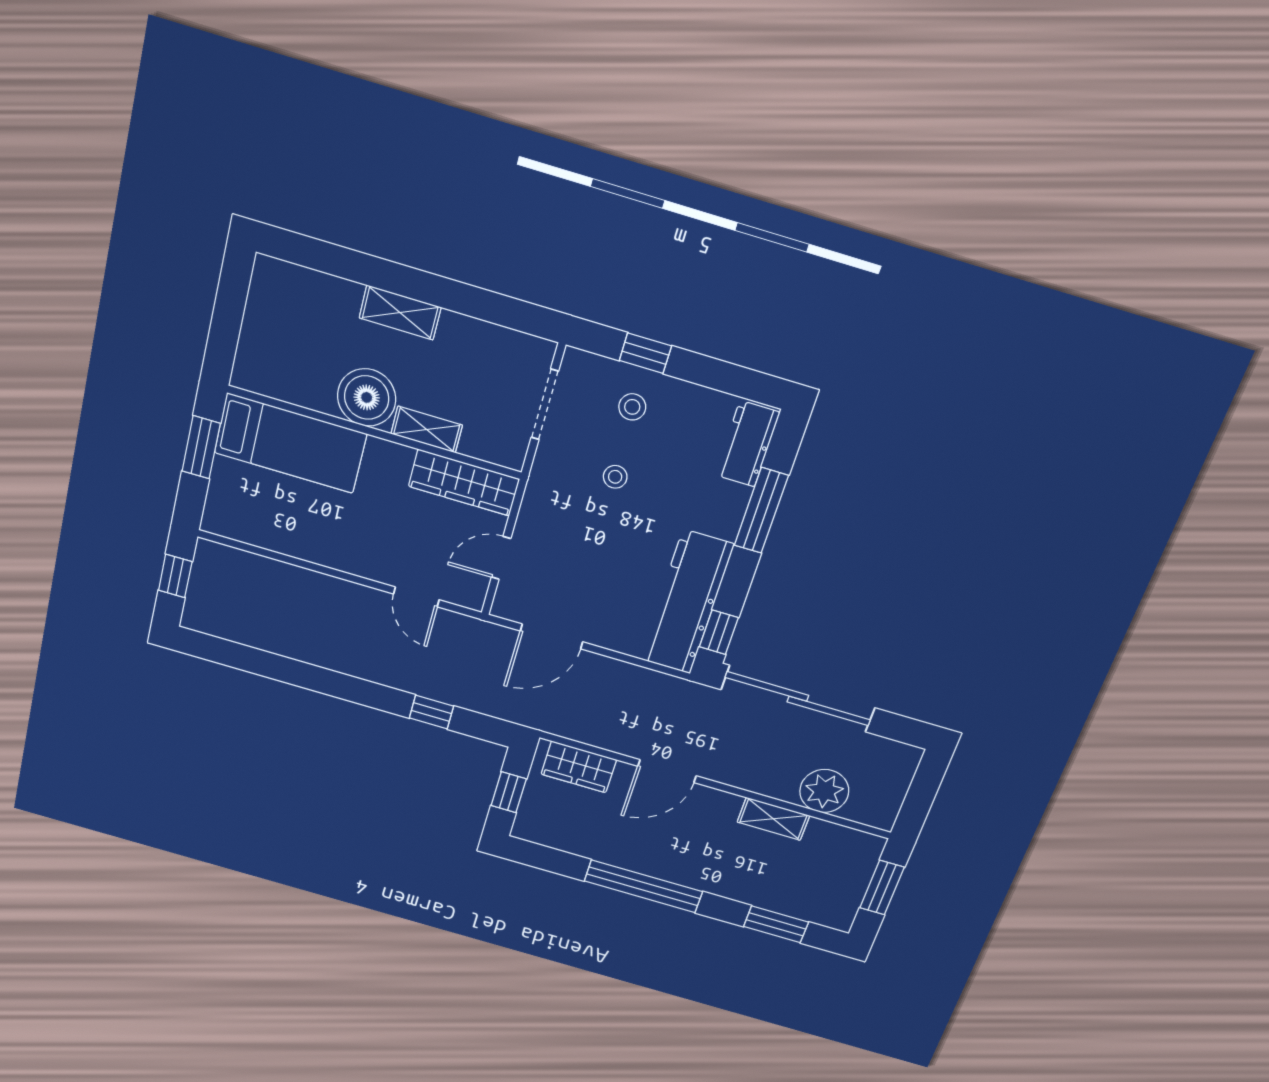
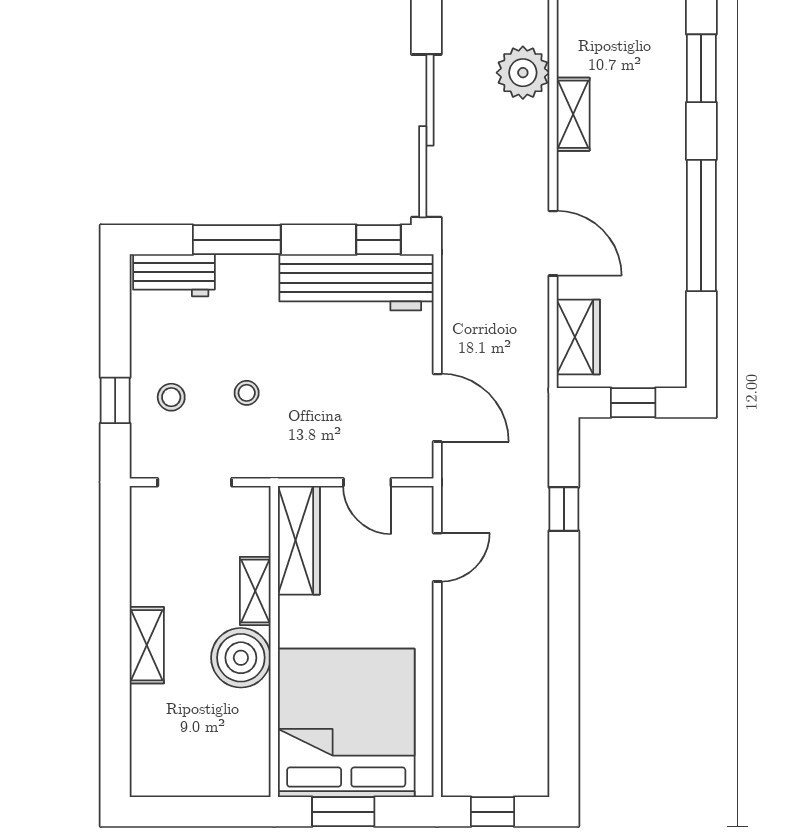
bed: (290, 443) -> (346, 723), width x2.04

